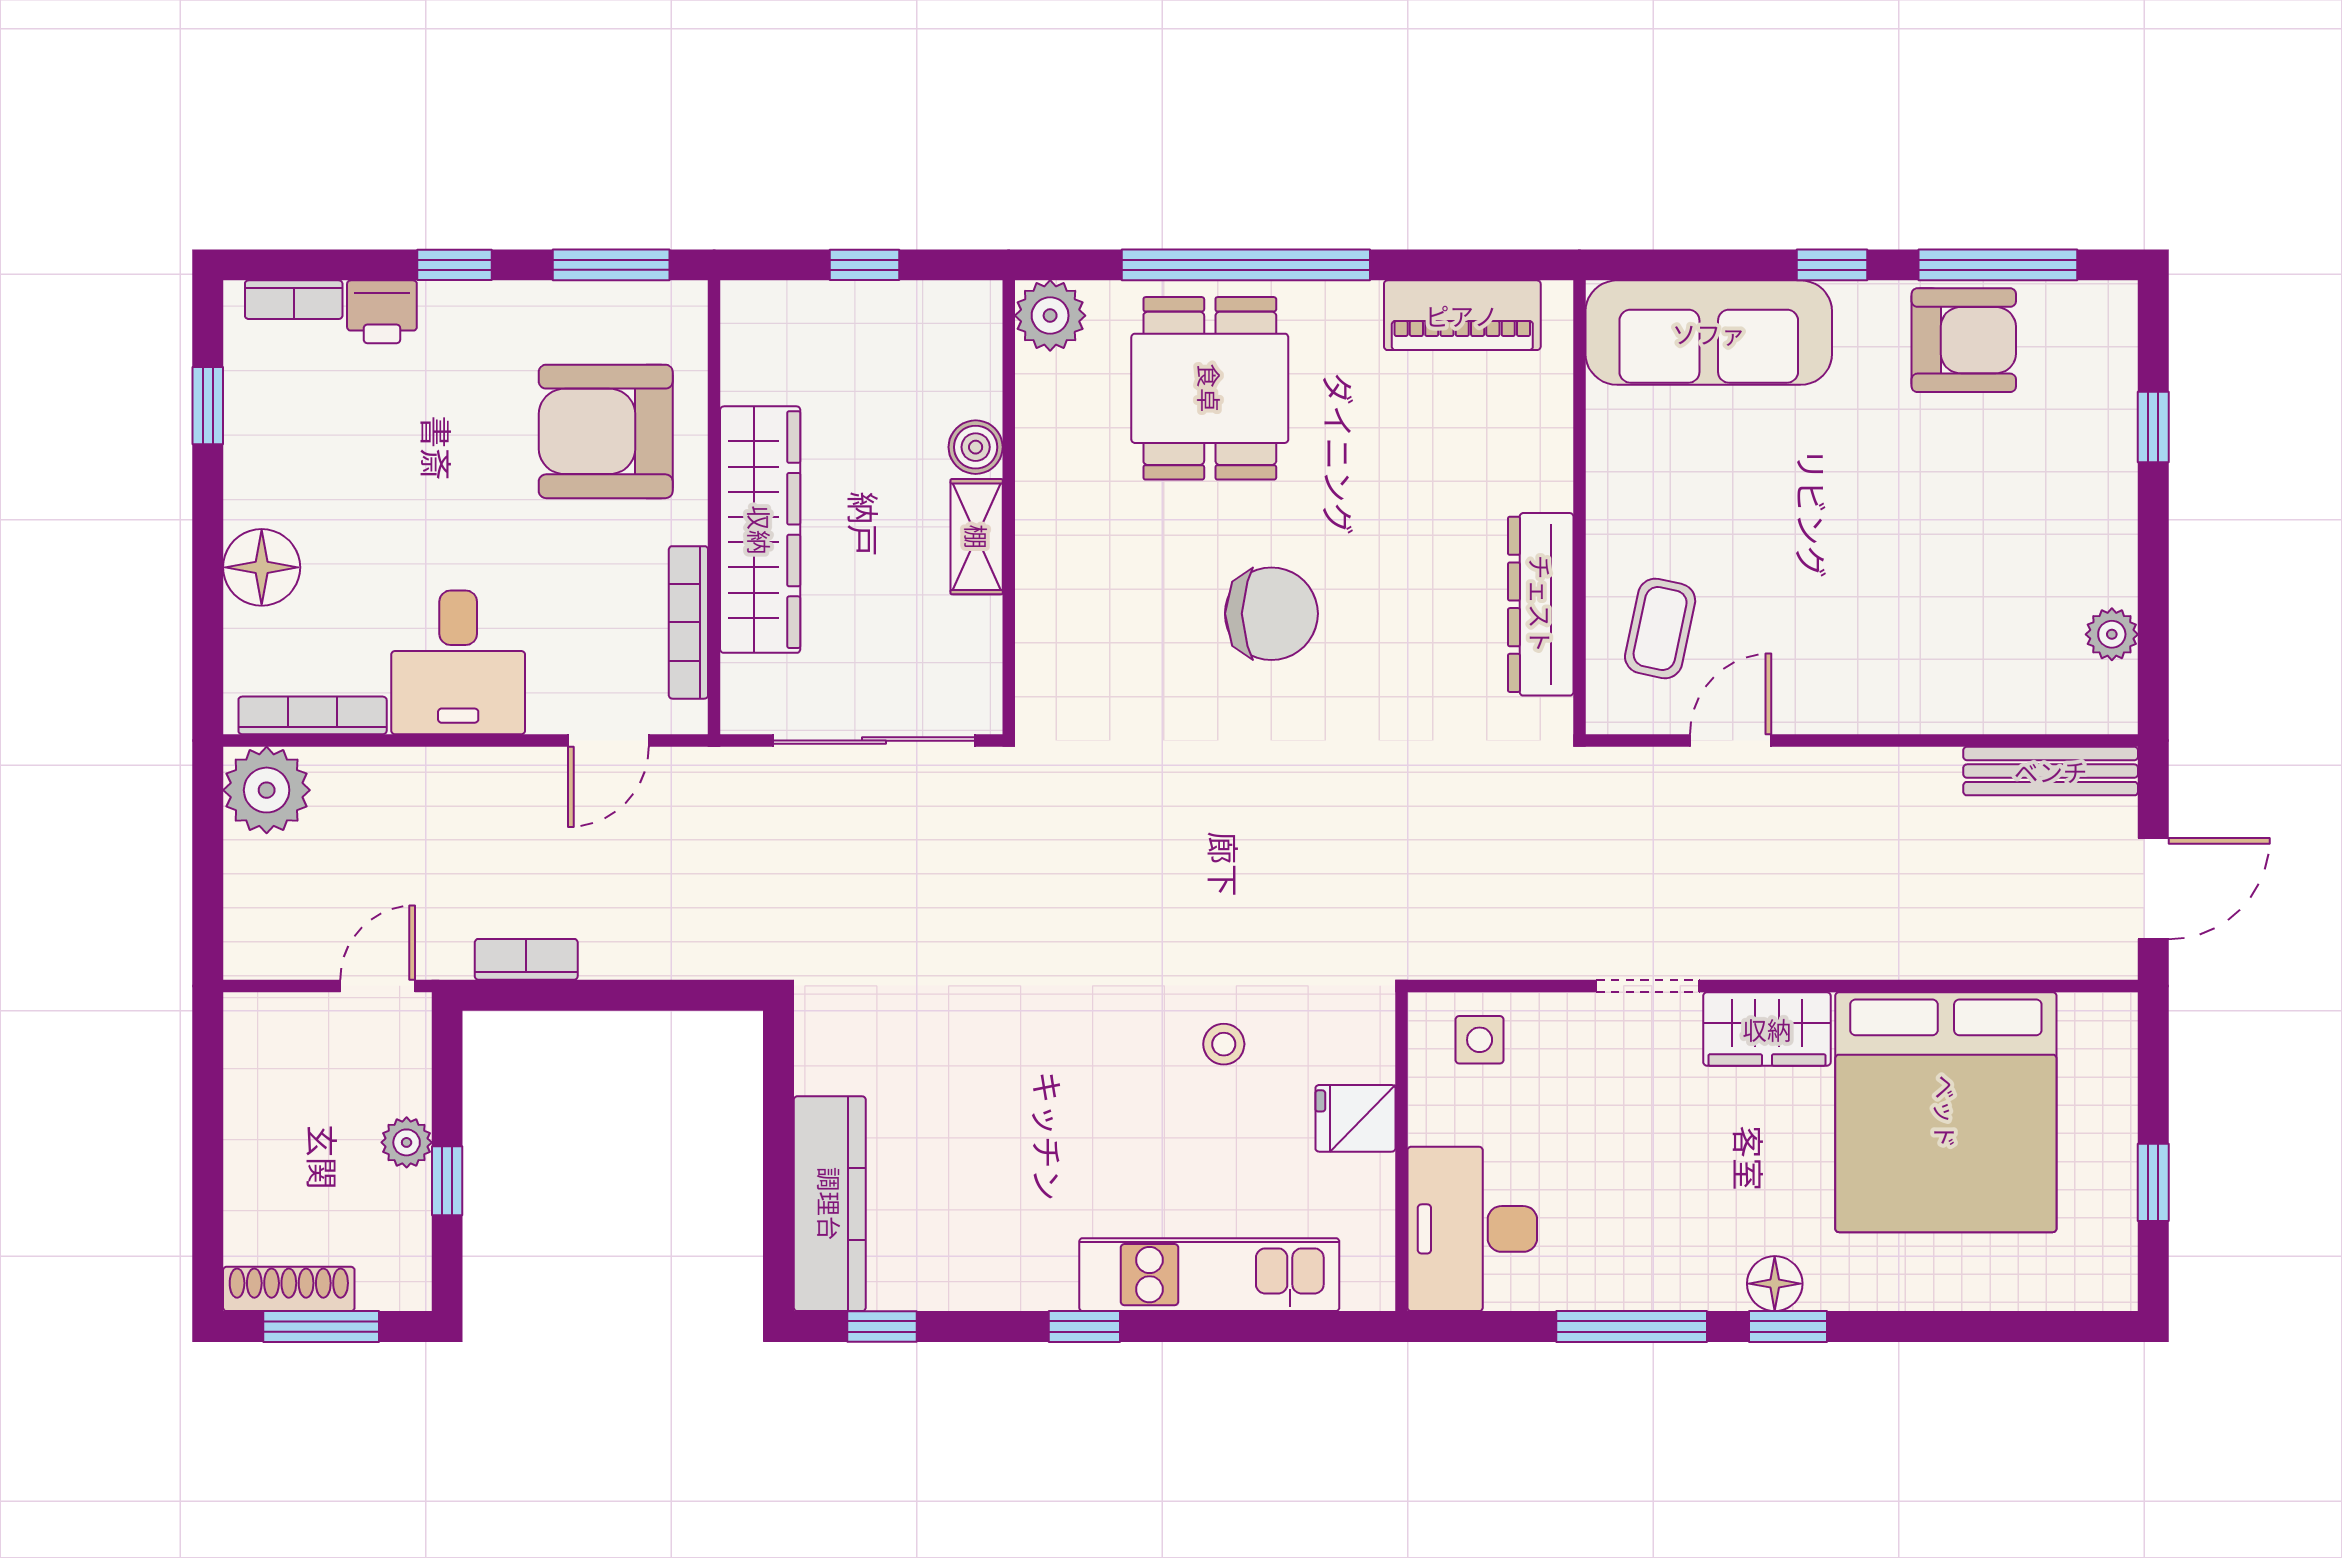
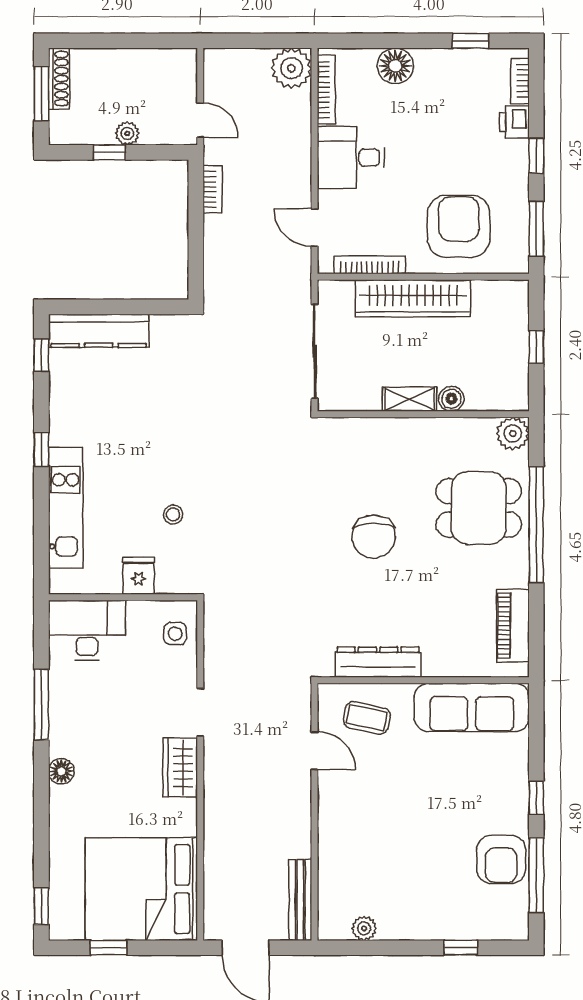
sofa: (1709, 333) -> (472, 707), moved, turned -90
bed: (1946, 1112) -> (141, 889), moved
window: (1788, 1327) -> (41, 906), moved

